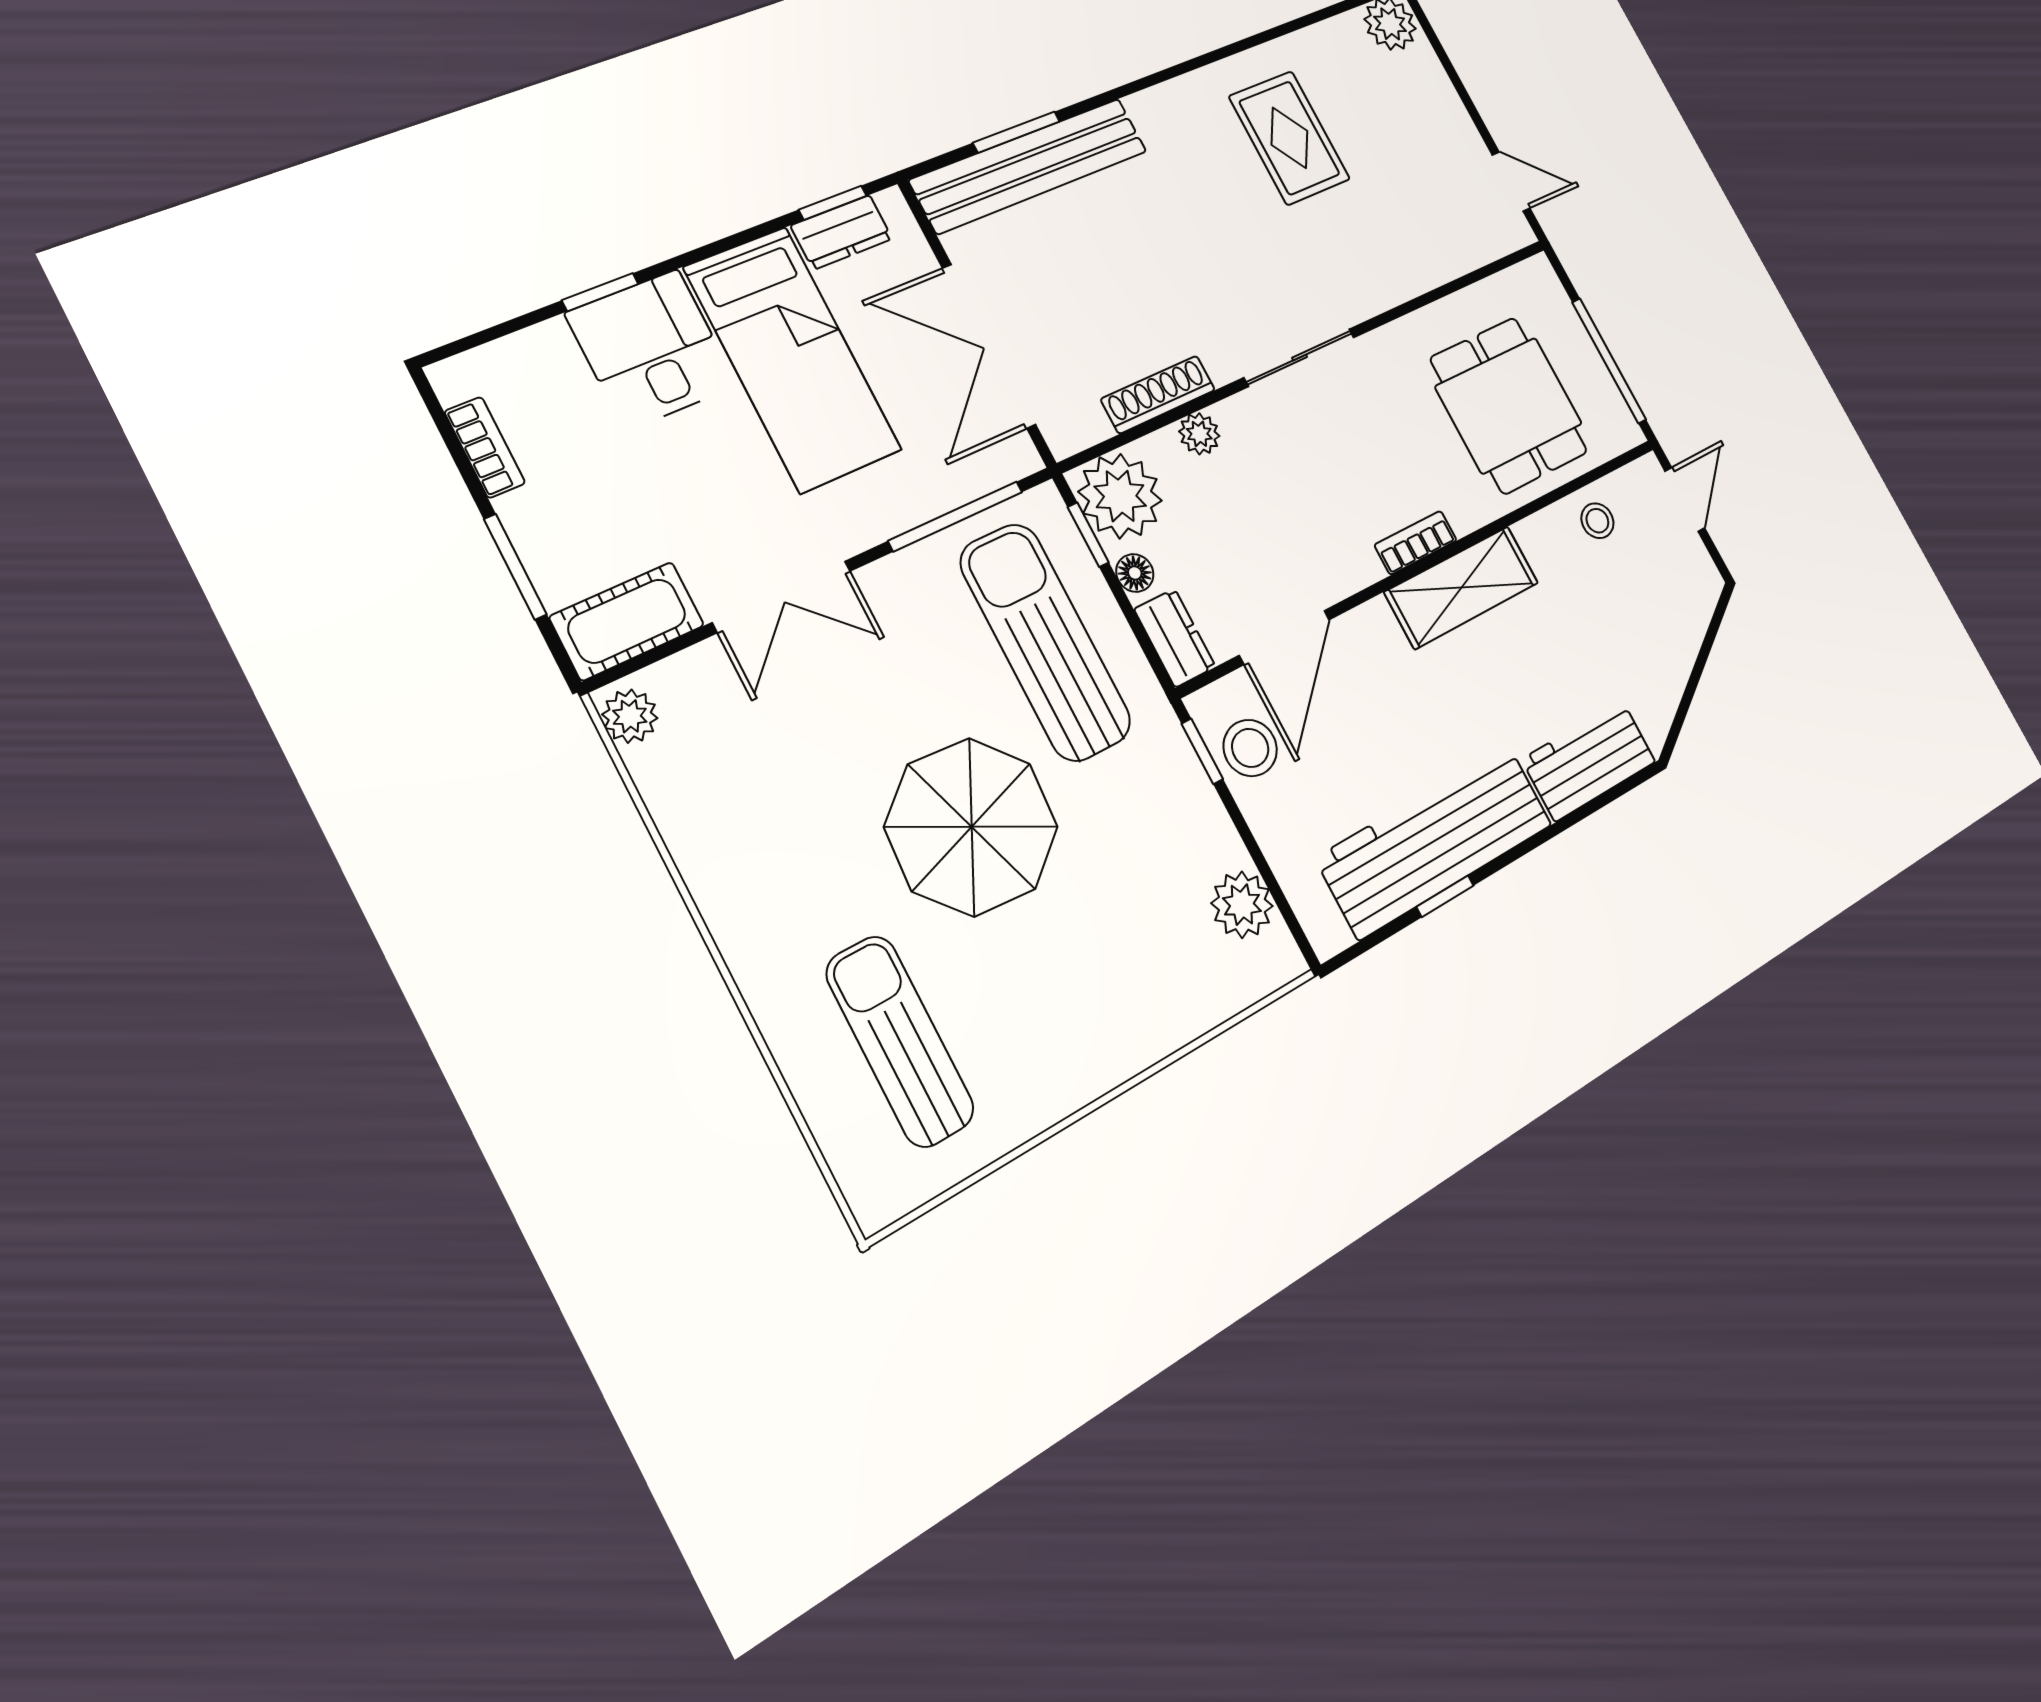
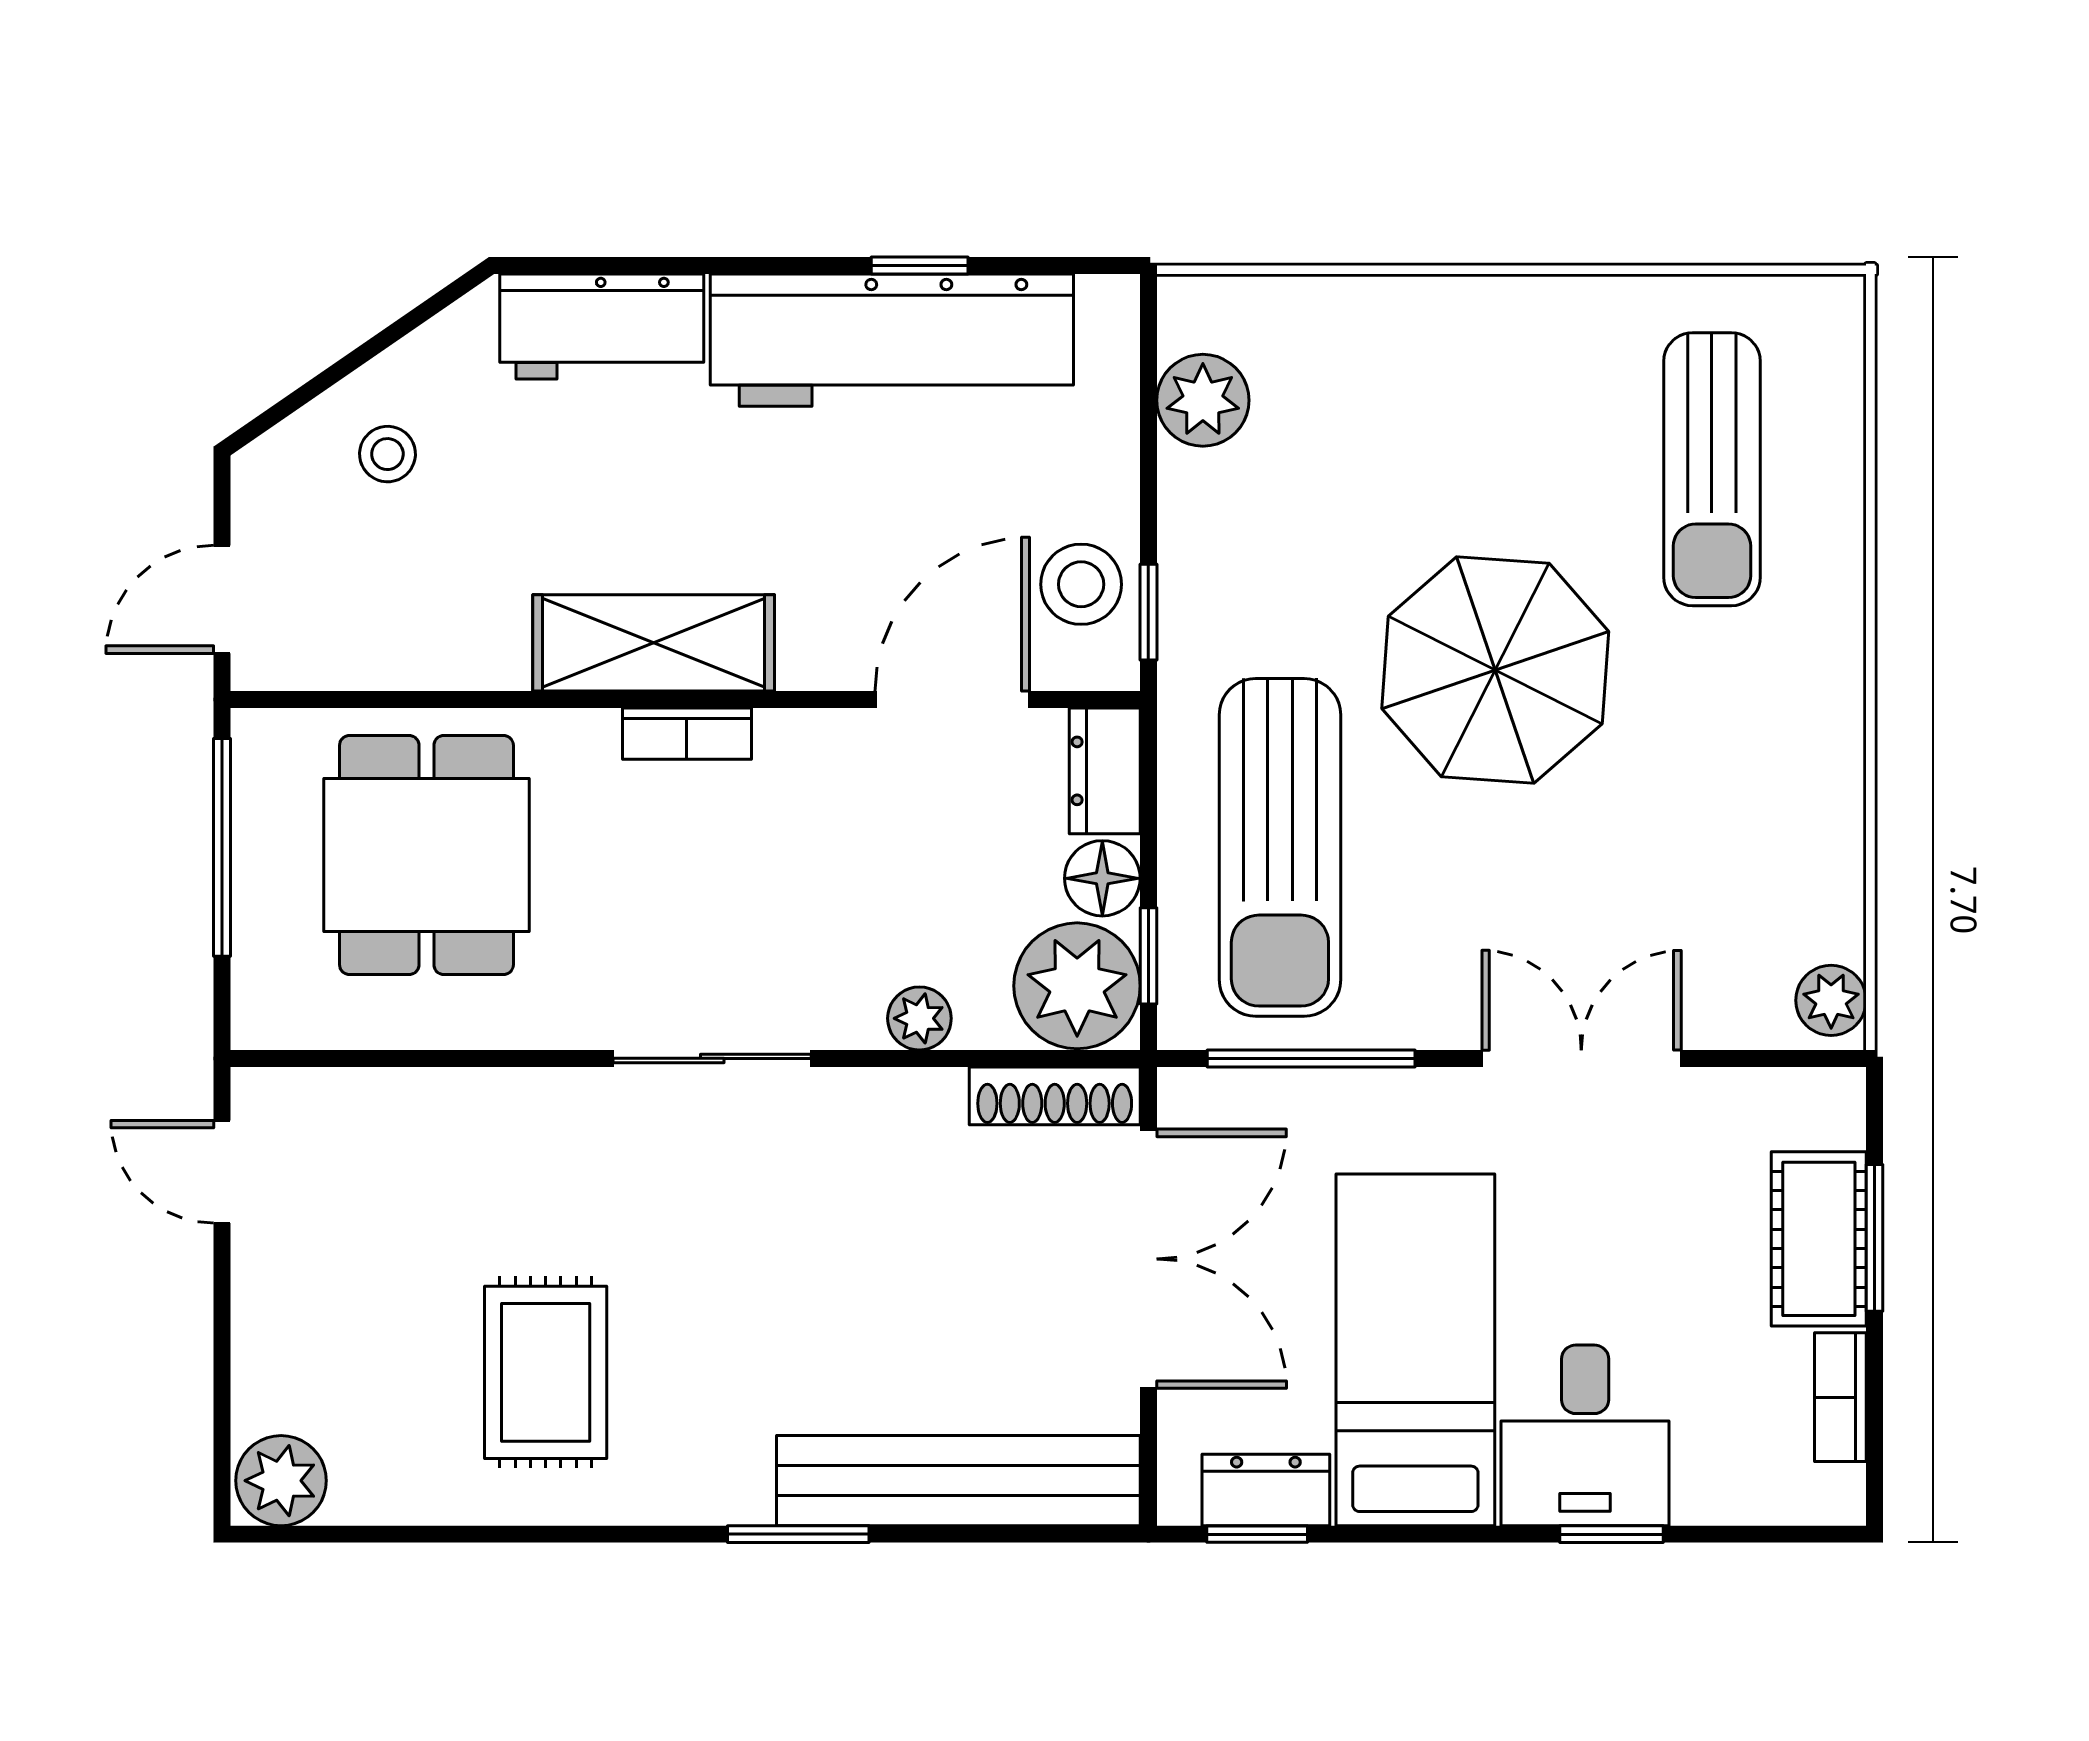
window: (1016, 132) -> (798, 1534), moved
shoe rack: (1158, 395) -> (1055, 1096), moved
stool: (1597, 521) -> (387, 454), moved
floor lamp: (1135, 573) -> (1102, 878), width x1.37, depth x1.37
cot: (627, 621) -> (1819, 1239), moved, turned 90

